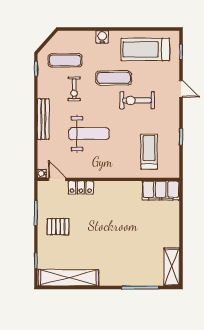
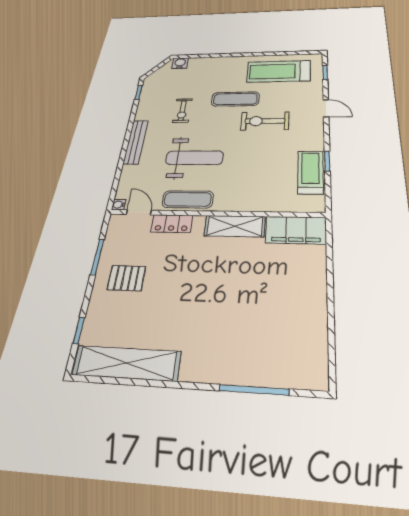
water cooler: (102, 37) -> (180, 63), moved
exercise mat: (65, 60) -> (188, 199), moved
treadmill: (149, 152) -> (310, 172), moved
shelving: (172, 267) -> (235, 226), moved, turned 90

